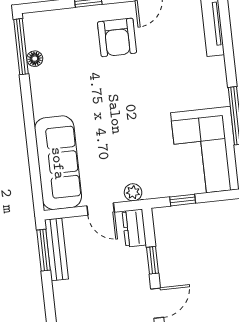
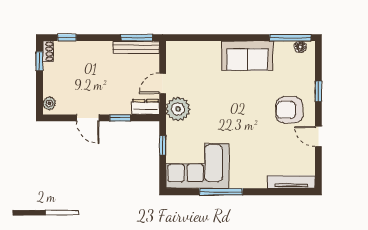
floor lamp: (35, 59) -> (300, 47), moved
sofa: (58, 163) -> (247, 56), moved, width x0.73
plant: (133, 192) -> (178, 109), width x1.88, depth x1.88

